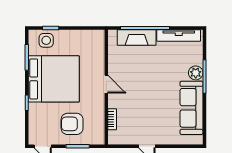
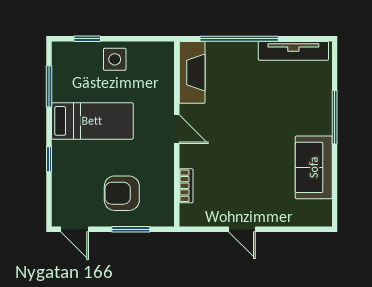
fireplace: (137, 37) -> (192, 72), moved, turned -90
side table: (46, 40) -> (115, 59), moved
plant: (196, 73) -> (321, 111), removed
bed: (54, 79) -> (92, 121), width x0.49
sofa: (191, 108) -> (314, 167), width x0.73

